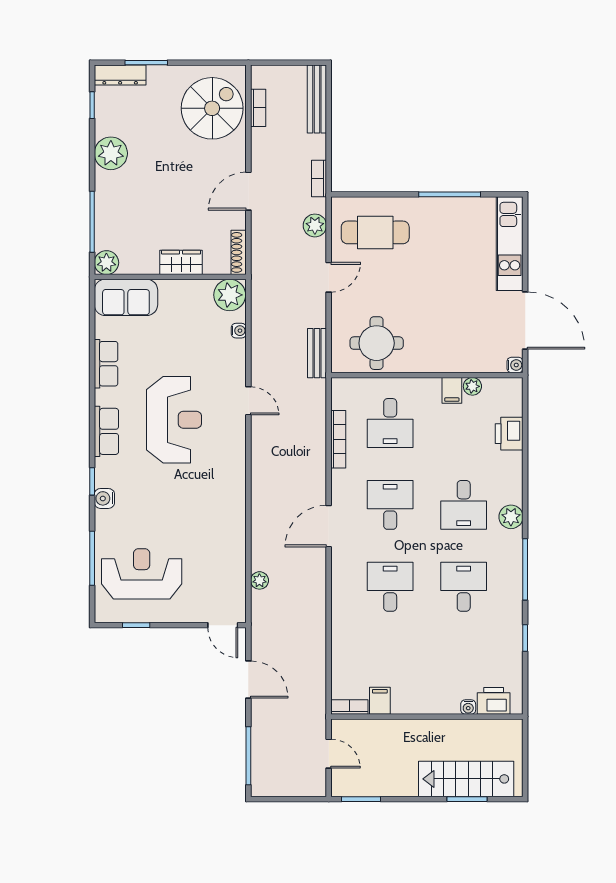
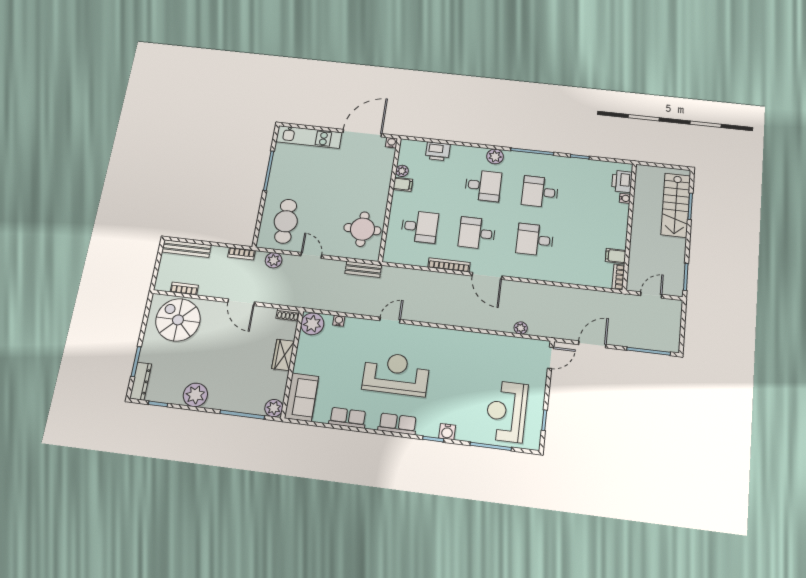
shoe rack: (239, 252) -> (288, 315), width x0.70
bookcase: (338, 439) -> (449, 265), moved

